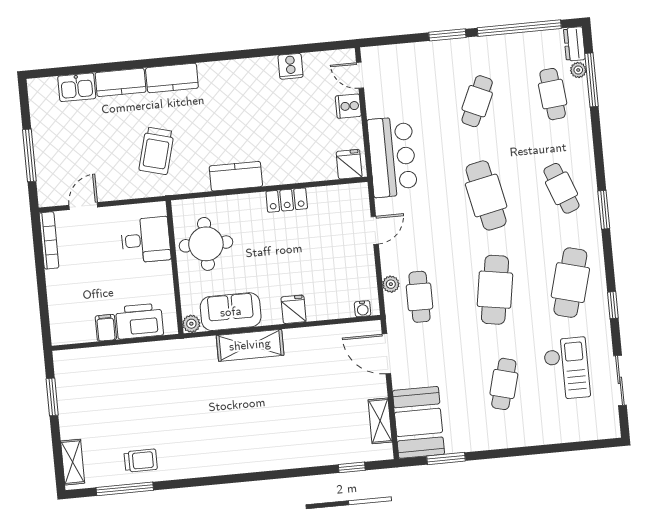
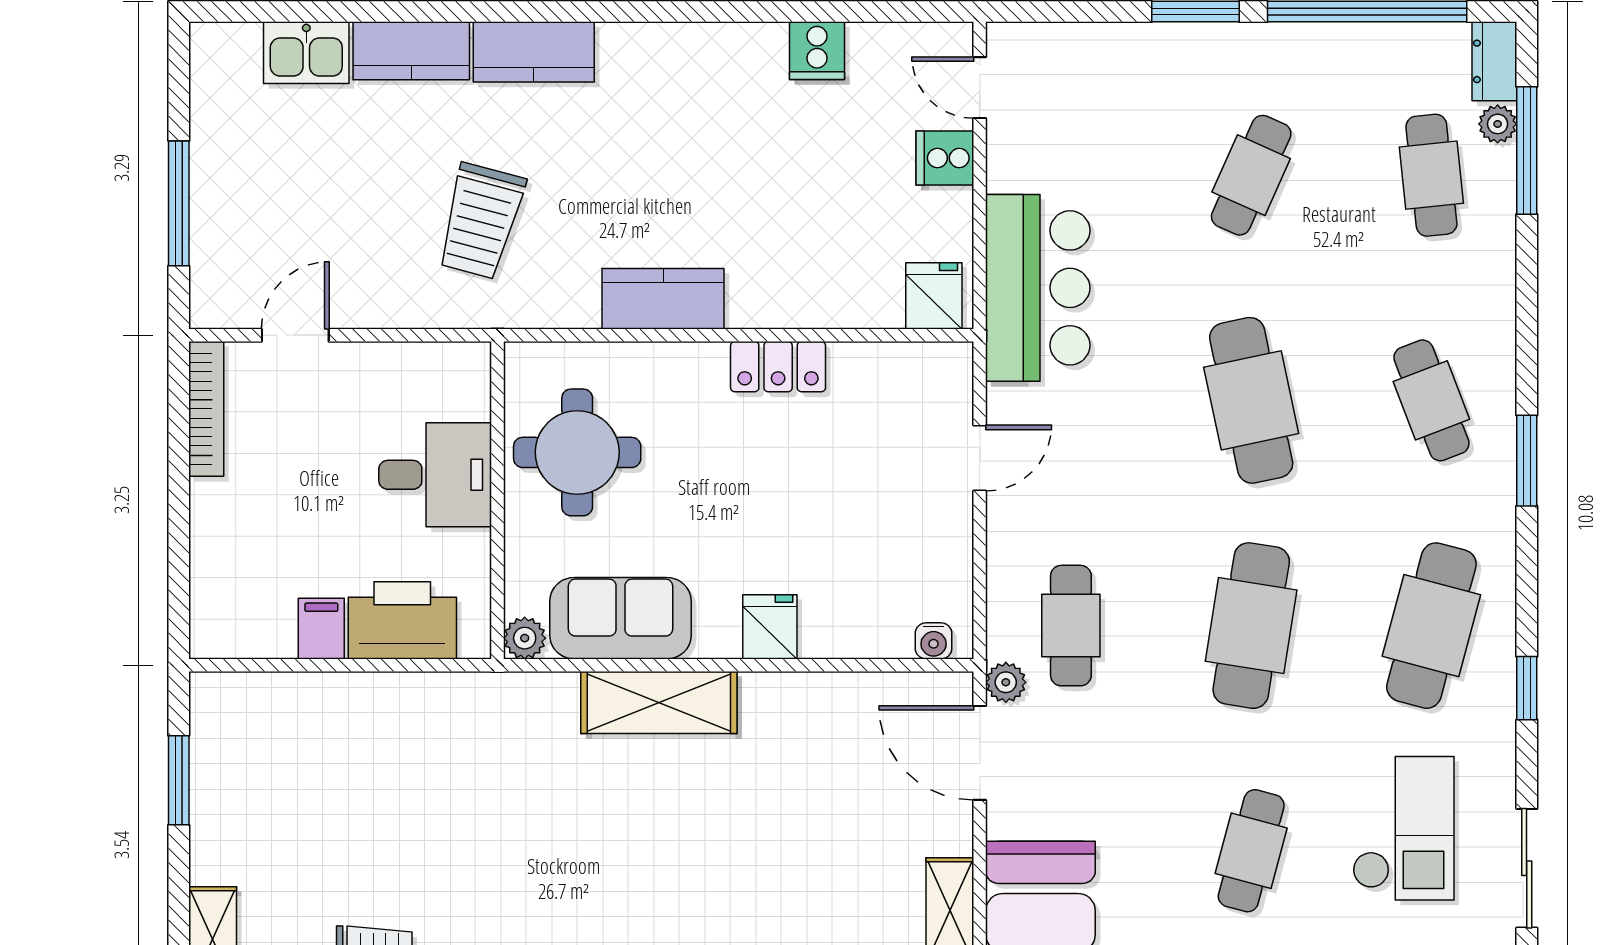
desk: (146, 240) -> (435, 475), moved
plant: (391, 284) -> (1006, 682), moved

